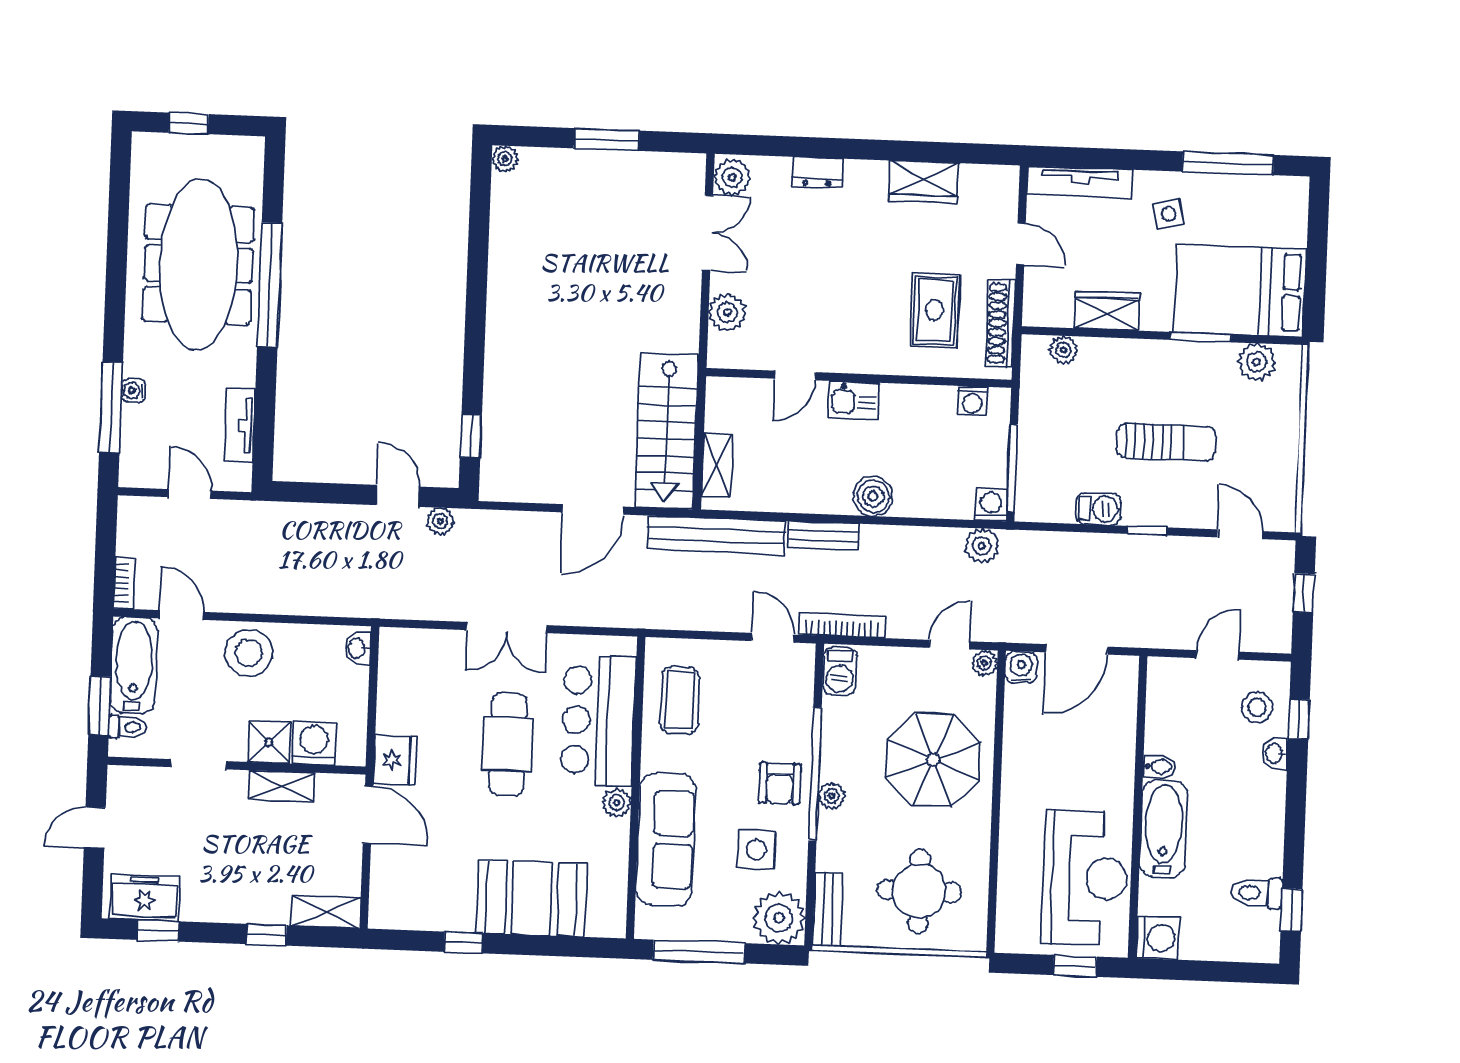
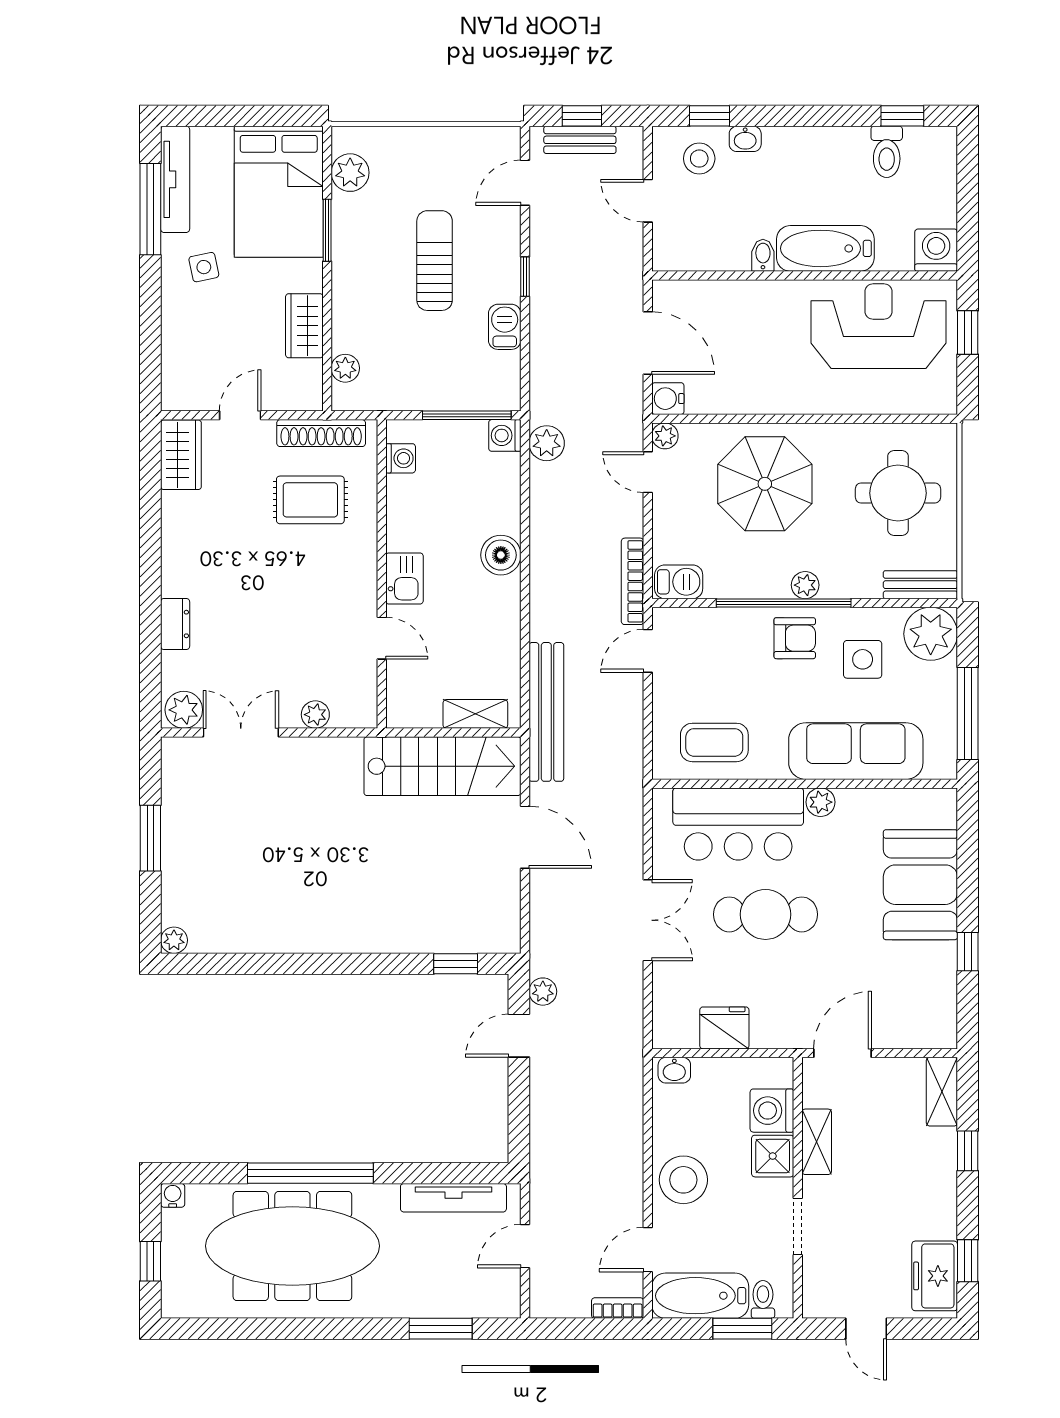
wardrobe: (924, 182) -> (181, 455), moved
tv unit: (1080, 182) -> (175, 179), moved
plant: (727, 312) -> (315, 715), width x0.73, depth x0.73
water cooler: (134, 391) -> (173, 1195), moved, turned 180
window: (111, 408) -> (441, 1329), width x0.69
tv unit: (240, 425) -> (453, 1198), width x1.41
bench: (823, 536) -> (580, 140), moved, turned 90
fridge: (395, 760) -> (724, 1028), moved

